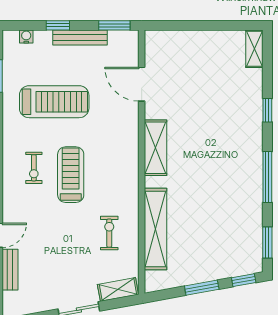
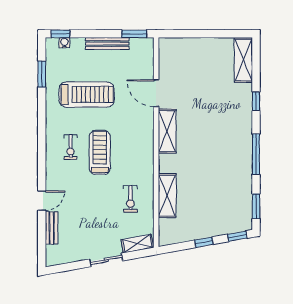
window: (58, 25) -> (60, 34), moved
shelving: (254, 49) -> (243, 60), width x1.50, depth x1.33
door: (142, 84) -> (156, 93), moved
shelving: (155, 229) -> (167, 196), width x0.68
exercise bike: (109, 233) -> (130, 199), turned 180
window: (202, 288) -> (204, 242), width x0.67

